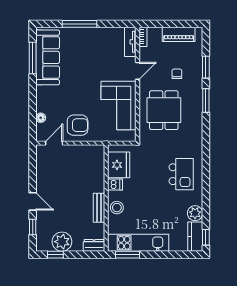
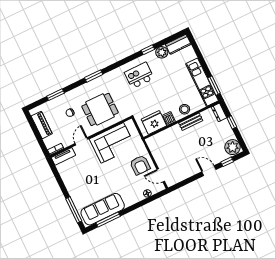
window: (79, 24) -> (74, 210), moved
door: (138, 71) -> (81, 141), hinge flipped
window: (206, 101) -> (94, 76), moved
armchair: (78, 125) -> (140, 165), turned 180
door: (33, 201) -> (209, 171), hinge flipped
window: (206, 237) -> (148, 50), moved
plant: (62, 242) -> (233, 147), moved
window: (55, 255) -> (232, 122), moved

